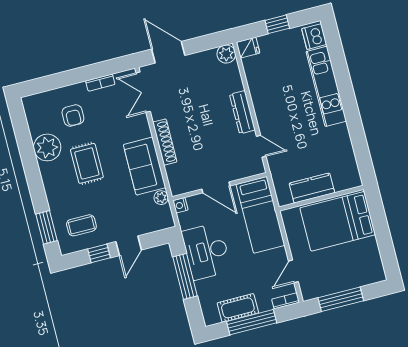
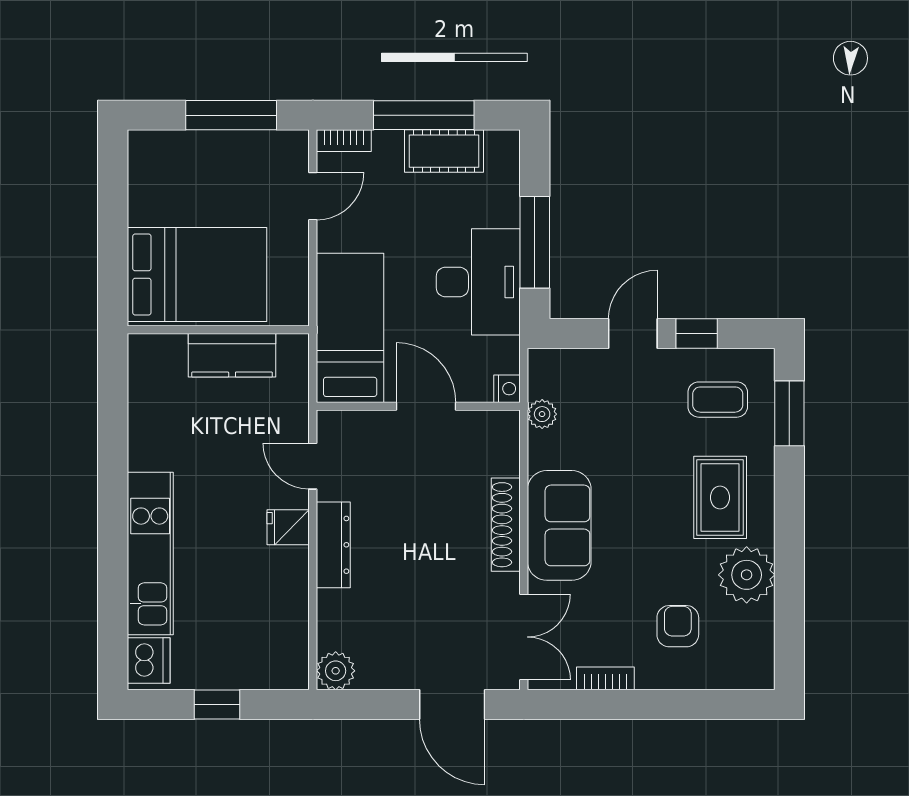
fridge: (248, 48) -> (288, 527), moved
rug: (87, 163) -> (720, 497), moved
sofa: (145, 166) -> (559, 525), moved

